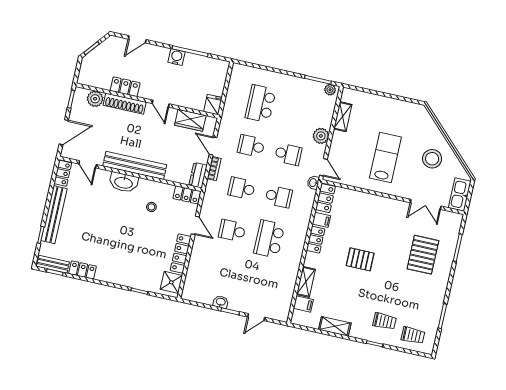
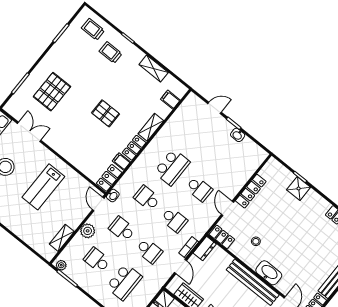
school desk: (298, 112) -> (97, 260), added
shower: (171, 282) -> (299, 188), moved
shelving: (306, 282) -> (151, 127), moved

